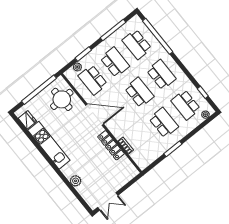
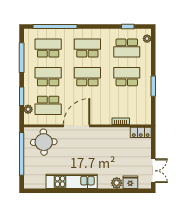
school desk: (137, 44) -> (48, 48), turned 180
fridge: (27, 120) -> (130, 182), moved
locker: (111, 145) -> (141, 132), moved, width x0.66

